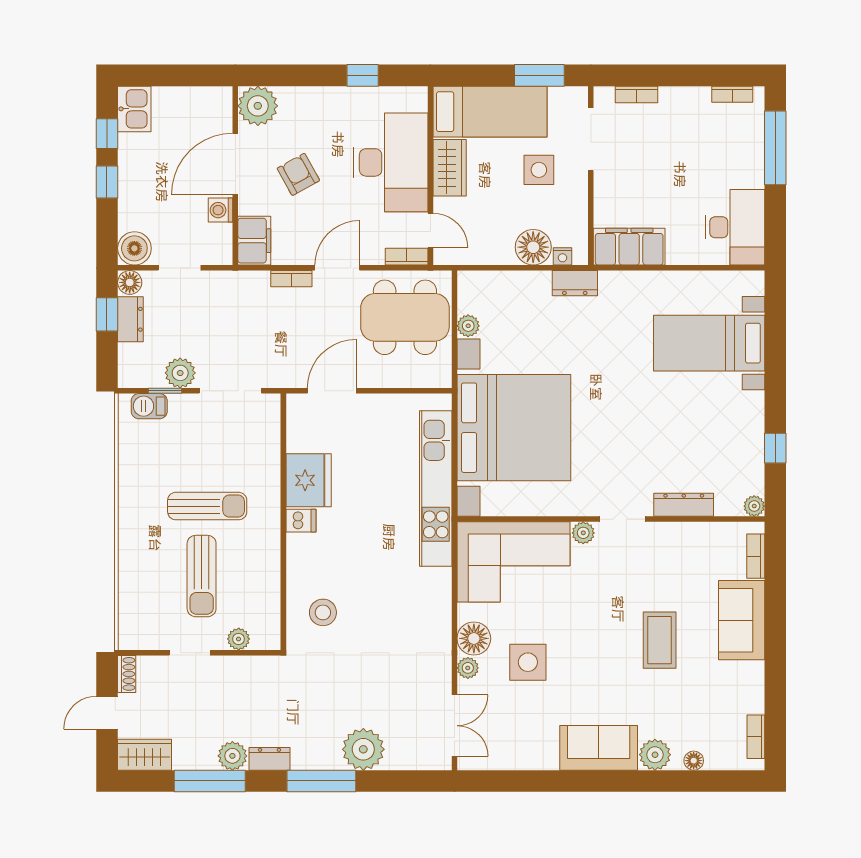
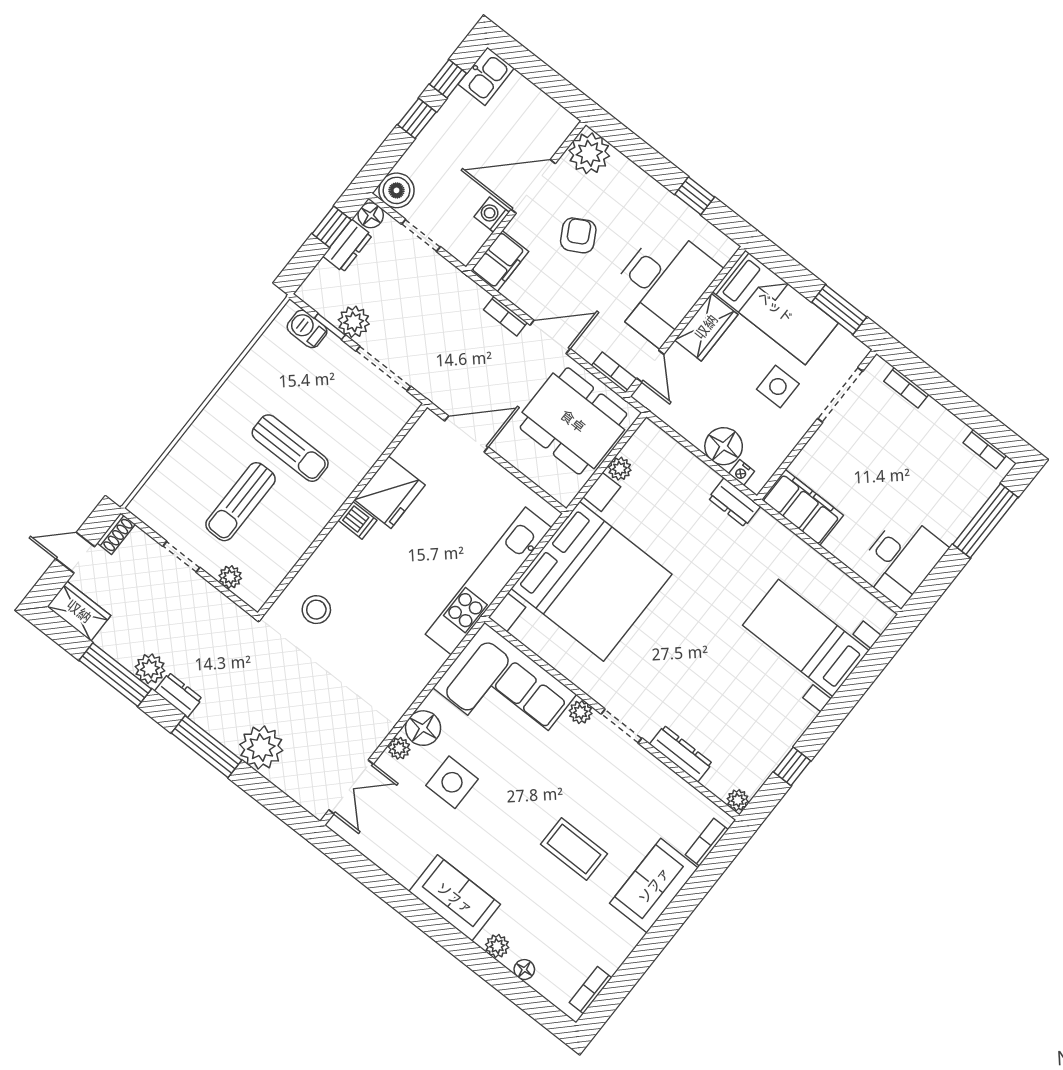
coffee table: (660, 640) -> (574, 849), turned 90
plant: (655, 755) -> (497, 946), width x0.73, depth x0.73

